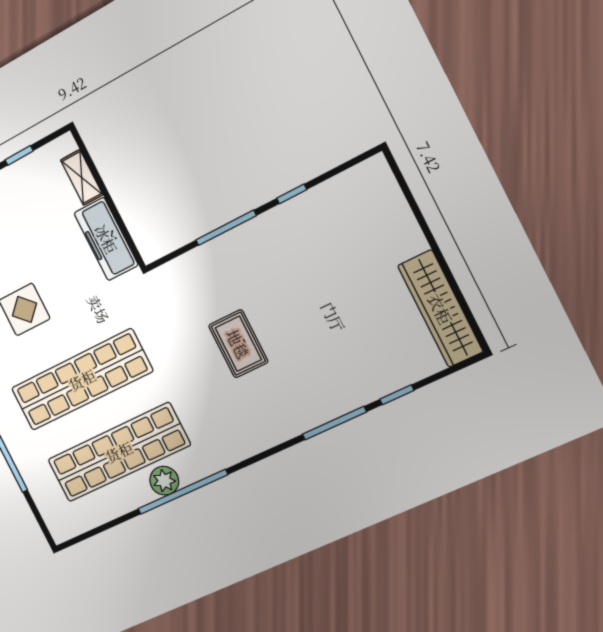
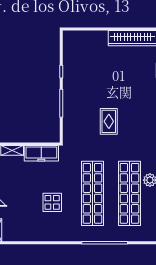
rug: (238, 344) -> (109, 121), turned 90

